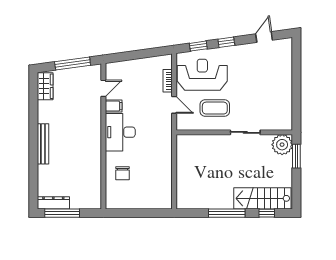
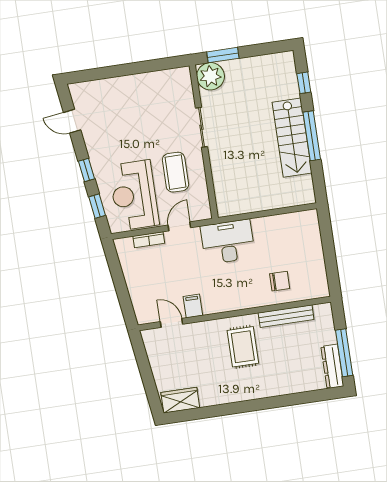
window: (73, 64) -> (145, 368), removed
desk: (120, 132) -> (228, 242), moved, turned 180
rug: (78, 139) -> (243, 347), added
bench: (43, 144) -> (286, 316), moved
stairs: (262, 198) -> (292, 138), moved

